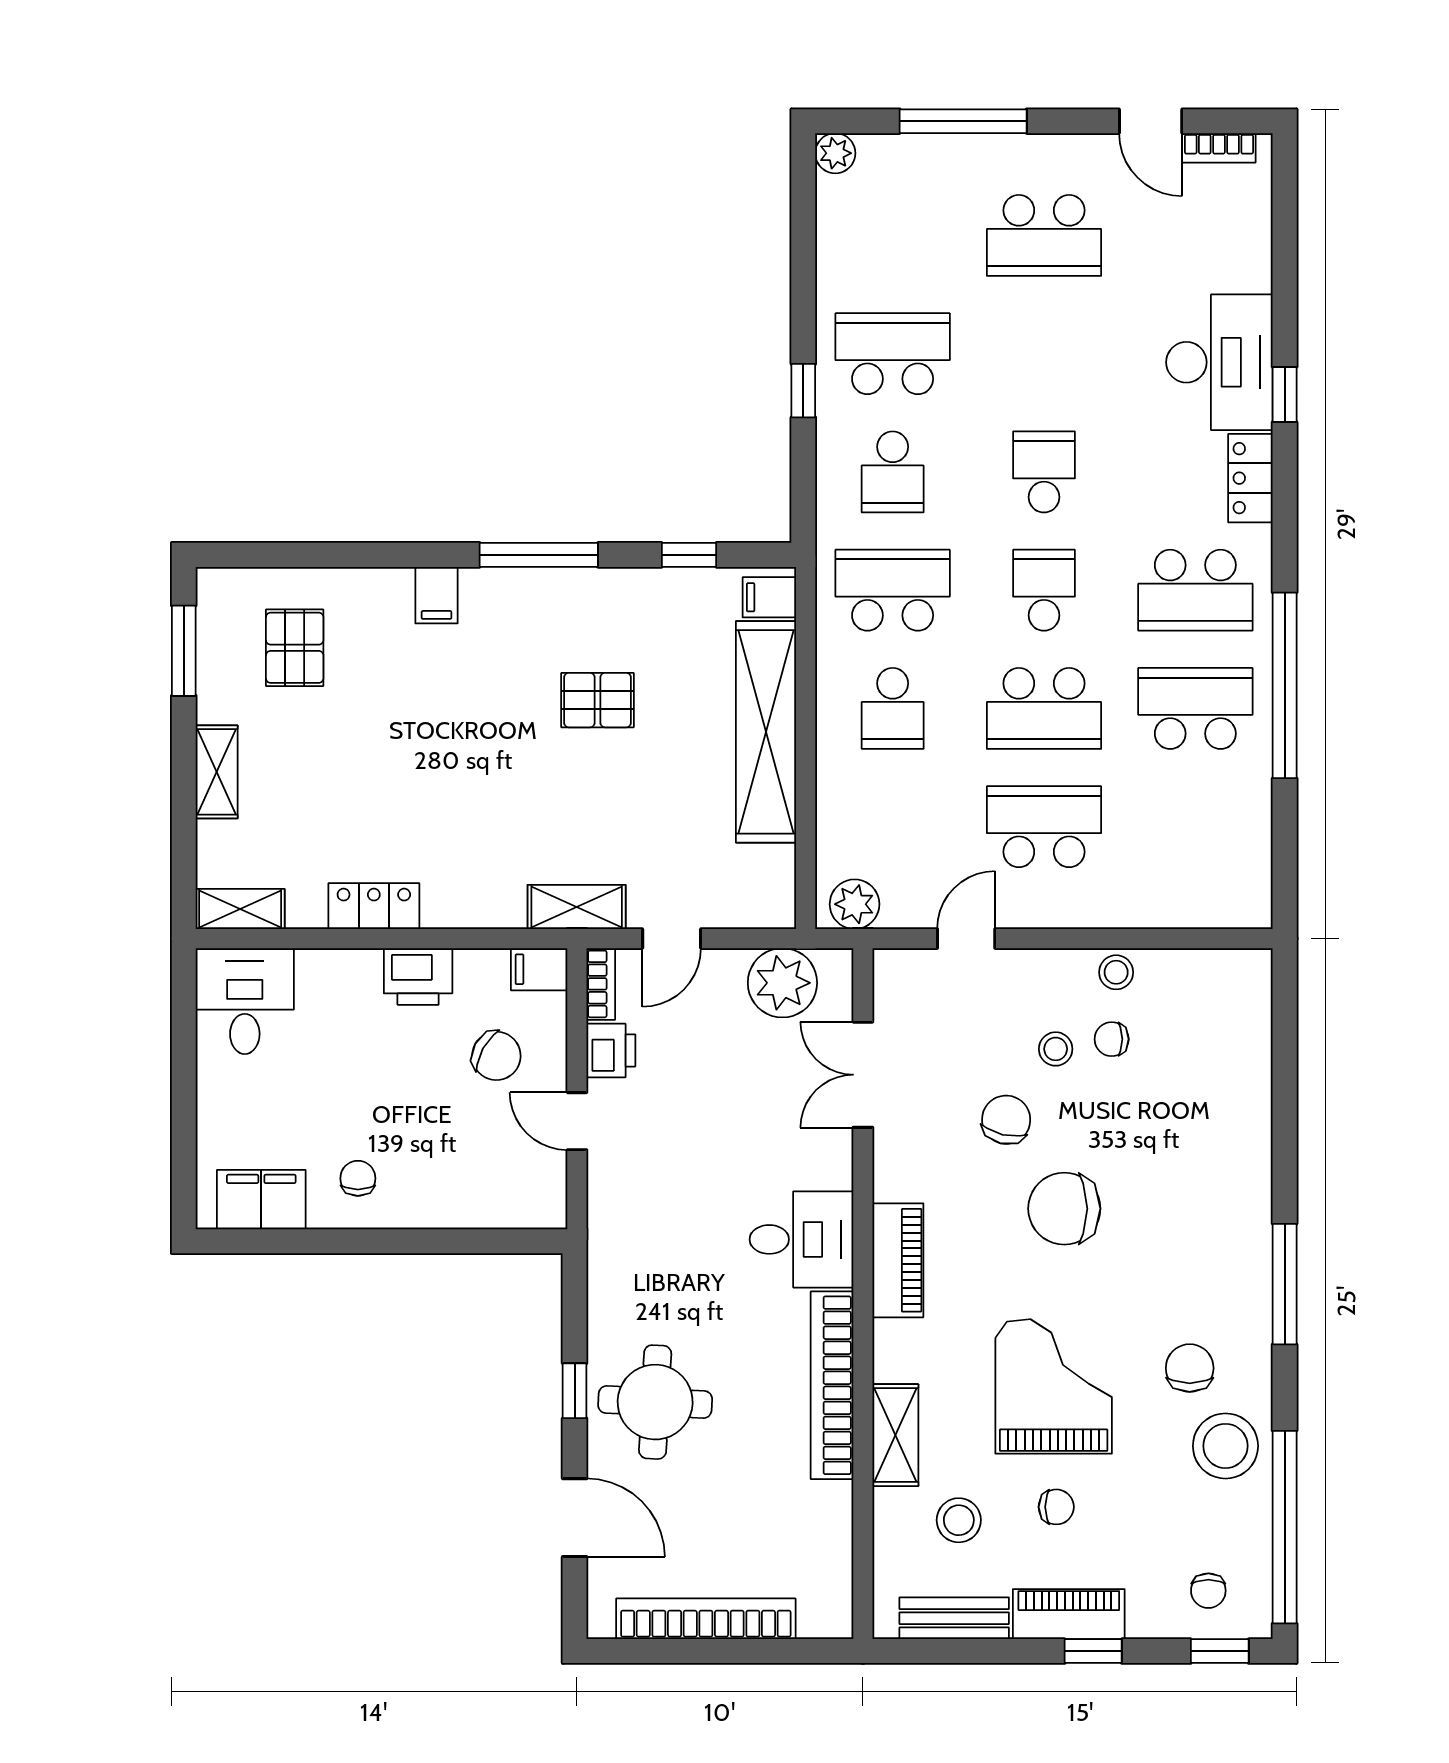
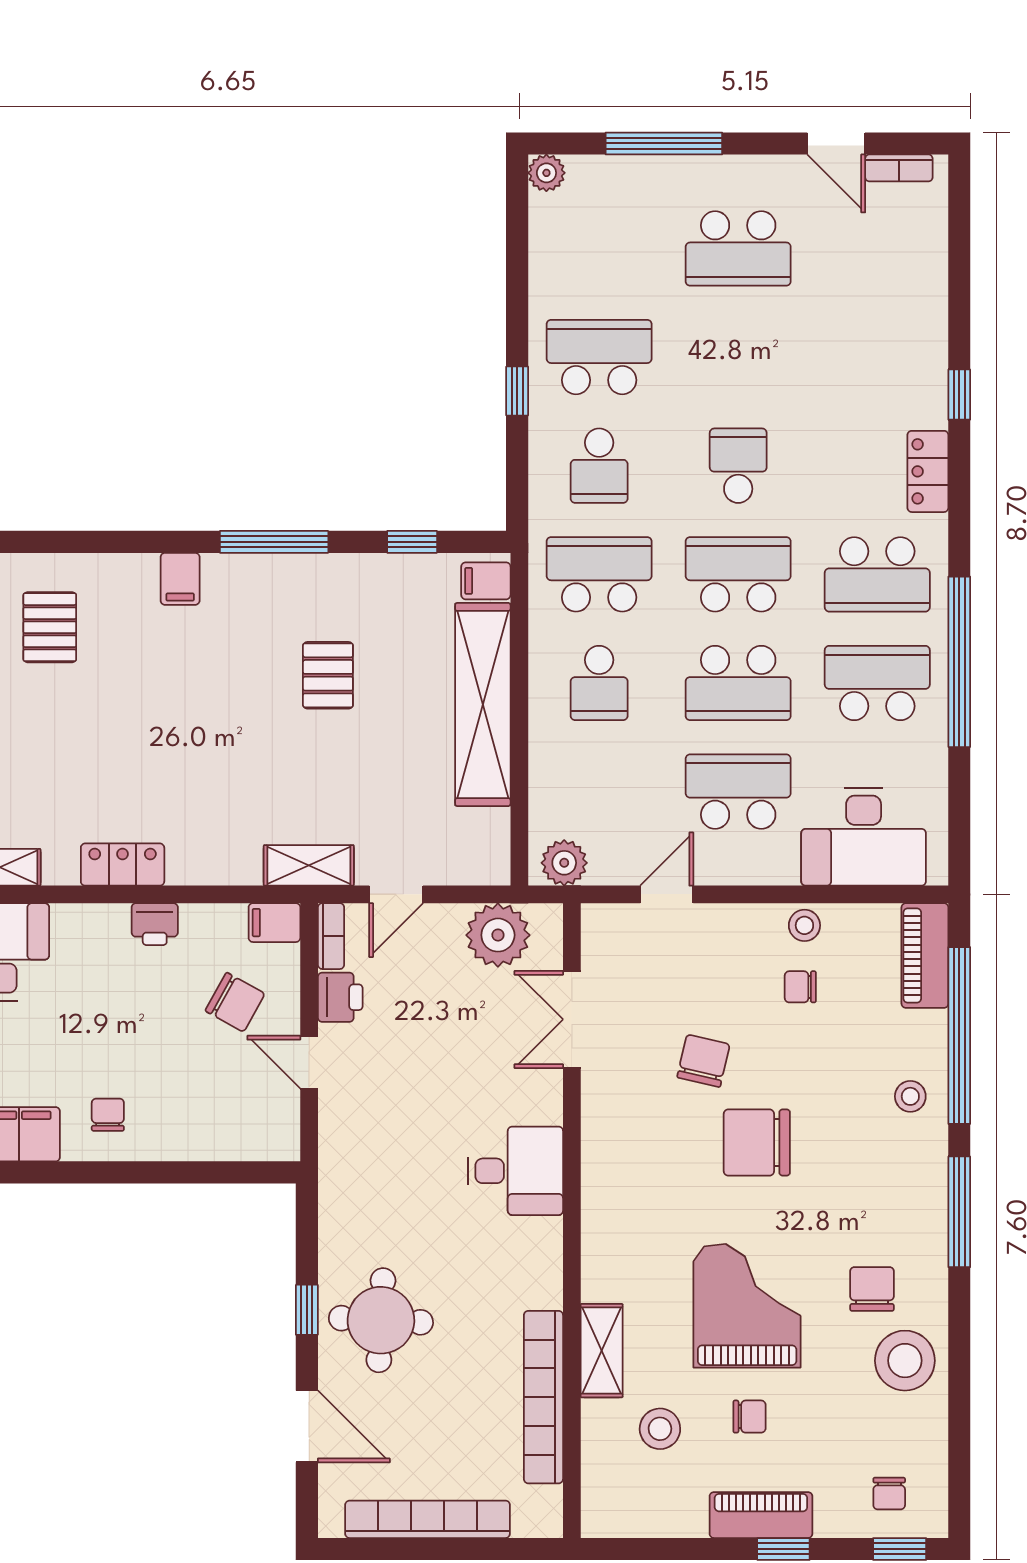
desk: (1219, 362) -> (864, 837), moved, turned 90
school desk: (1044, 590) -> (738, 574), width x1.85
pallet: (597, 700) -> (328, 675), turned 90
printer: (418, 976) -> (155, 924), width x0.73, depth x0.81
stool: (1056, 1049) -> (910, 1096), moved
piano: (898, 1260) -> (925, 956), moved, turned 180
bookcase: (832, 1385) -> (543, 1397), moved
window: (1285, 1527) -> (959, 1036), moved
bench: (954, 1618) -> (656, 1519), removed

